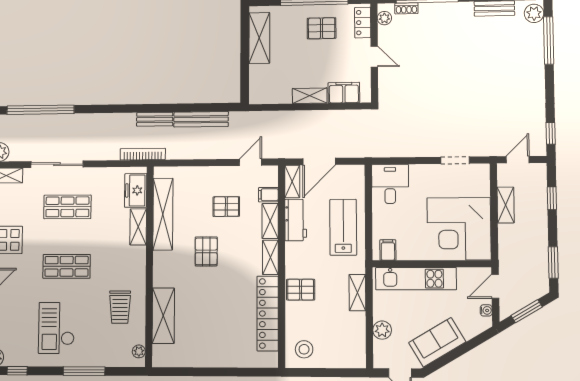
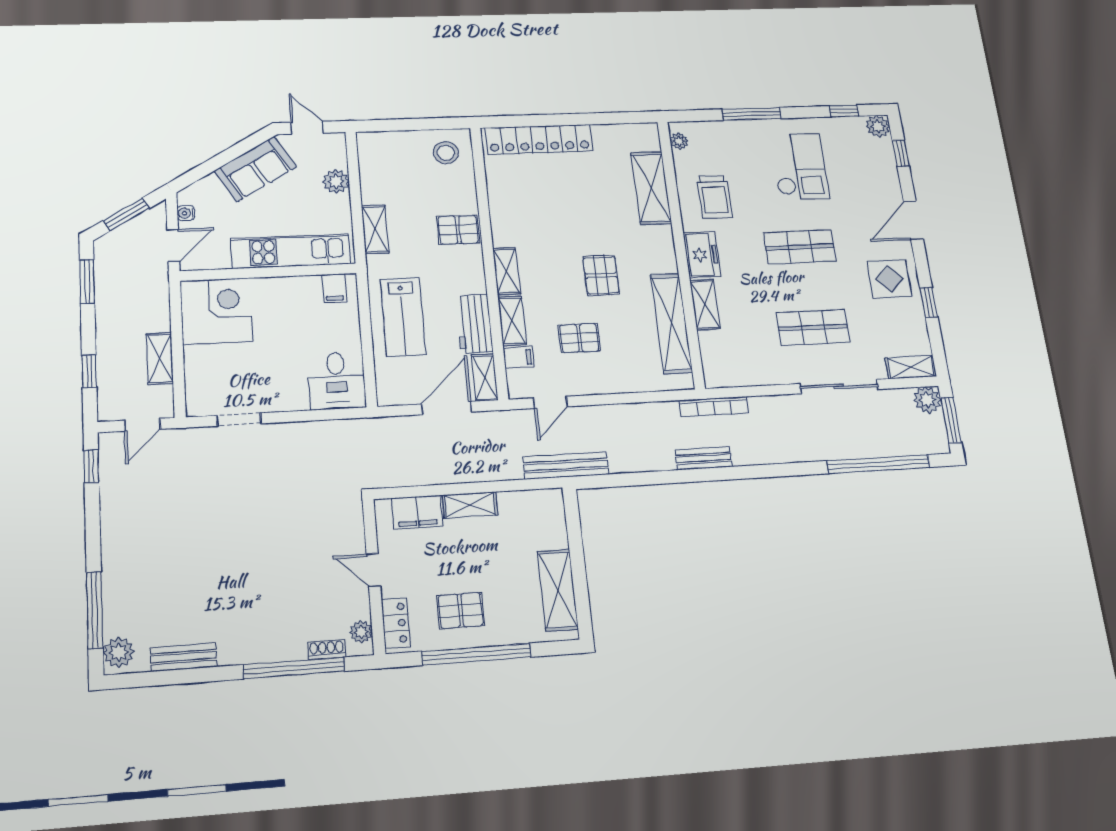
bench: (201, 119) -> (566, 466), moved
freezer: (136, 190) -> (702, 255), moved
corner desk: (459, 229) -> (216, 311), width x0.74, depth x0.74
trolley: (120, 307) -> (714, 197), turned 180
locker: (268, 314) -> (539, 139), moved, turned 90

